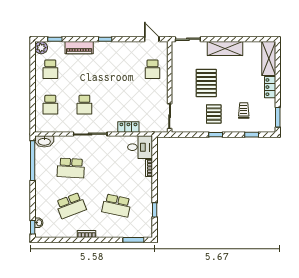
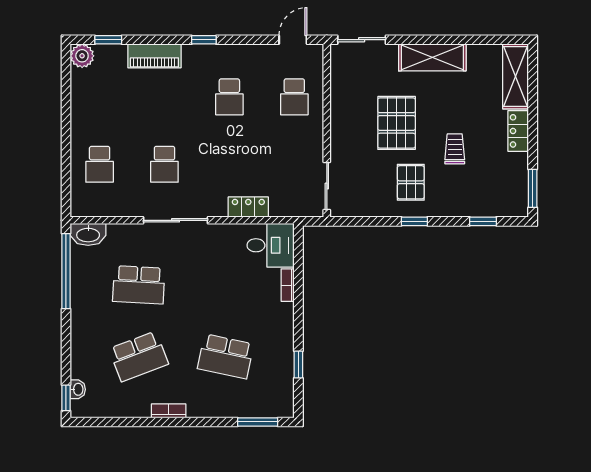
door: (152, 39) -> (293, 40), hinge flipped
school desk: (50, 69) -> (229, 97), moved
trolley: (244, 111) -> (455, 149), moved

